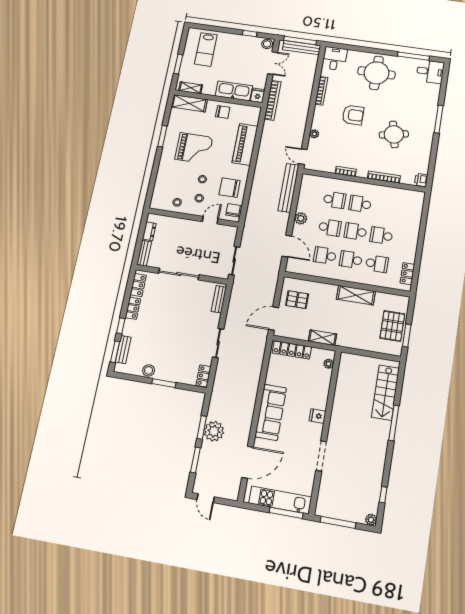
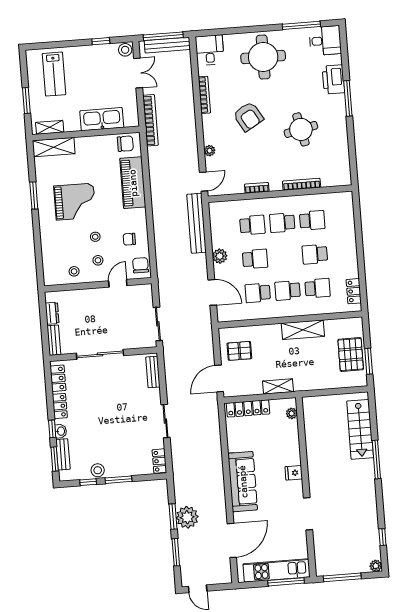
fridge: (258, 95) -> (131, 118), removed
chair: (223, 112) -> (125, 144), moved
armchair: (353, 115) -> (248, 116), turned 60
door: (303, 157) -> (204, 182), swing flipped
printer: (421, 180) -> (333, 79), moved, width x1.87, depth x1.48
chair: (230, 188) -> (129, 239), width x0.54, depth x0.54
school desk: (355, 232) -> (312, 220), moved, turned 180
washbasin: (127, 329) -> (61, 431), added
window: (138, 379) -> (88, 482), added

